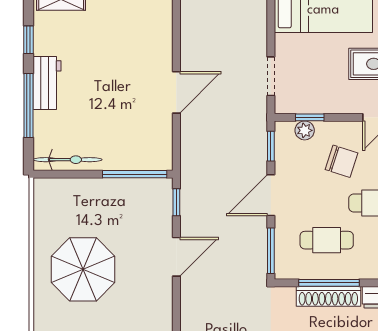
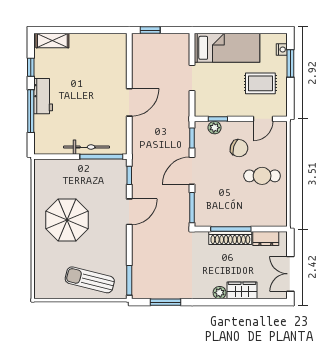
doorway: (271, 76) -> (192, 78), moved
bicycle: (68, 160) -> (87, 147), moved
cafe table: (327, 240) -> (229, 201), removed

